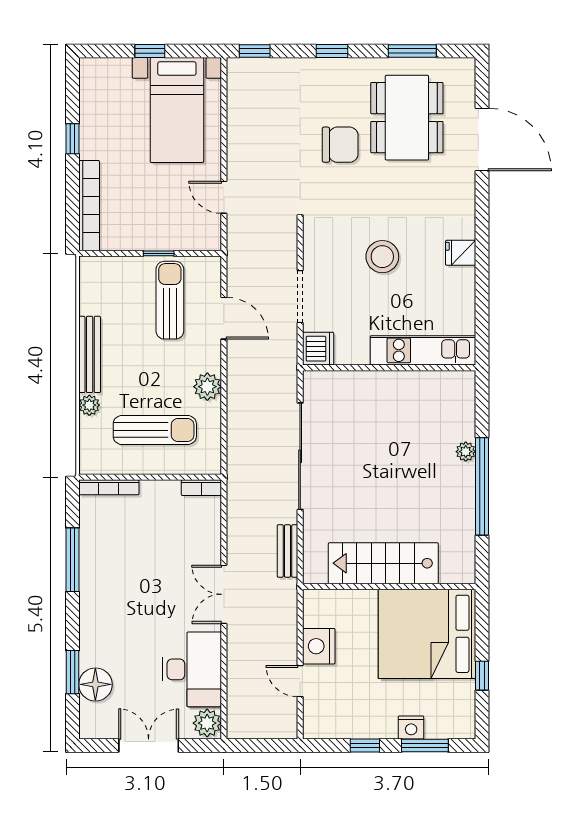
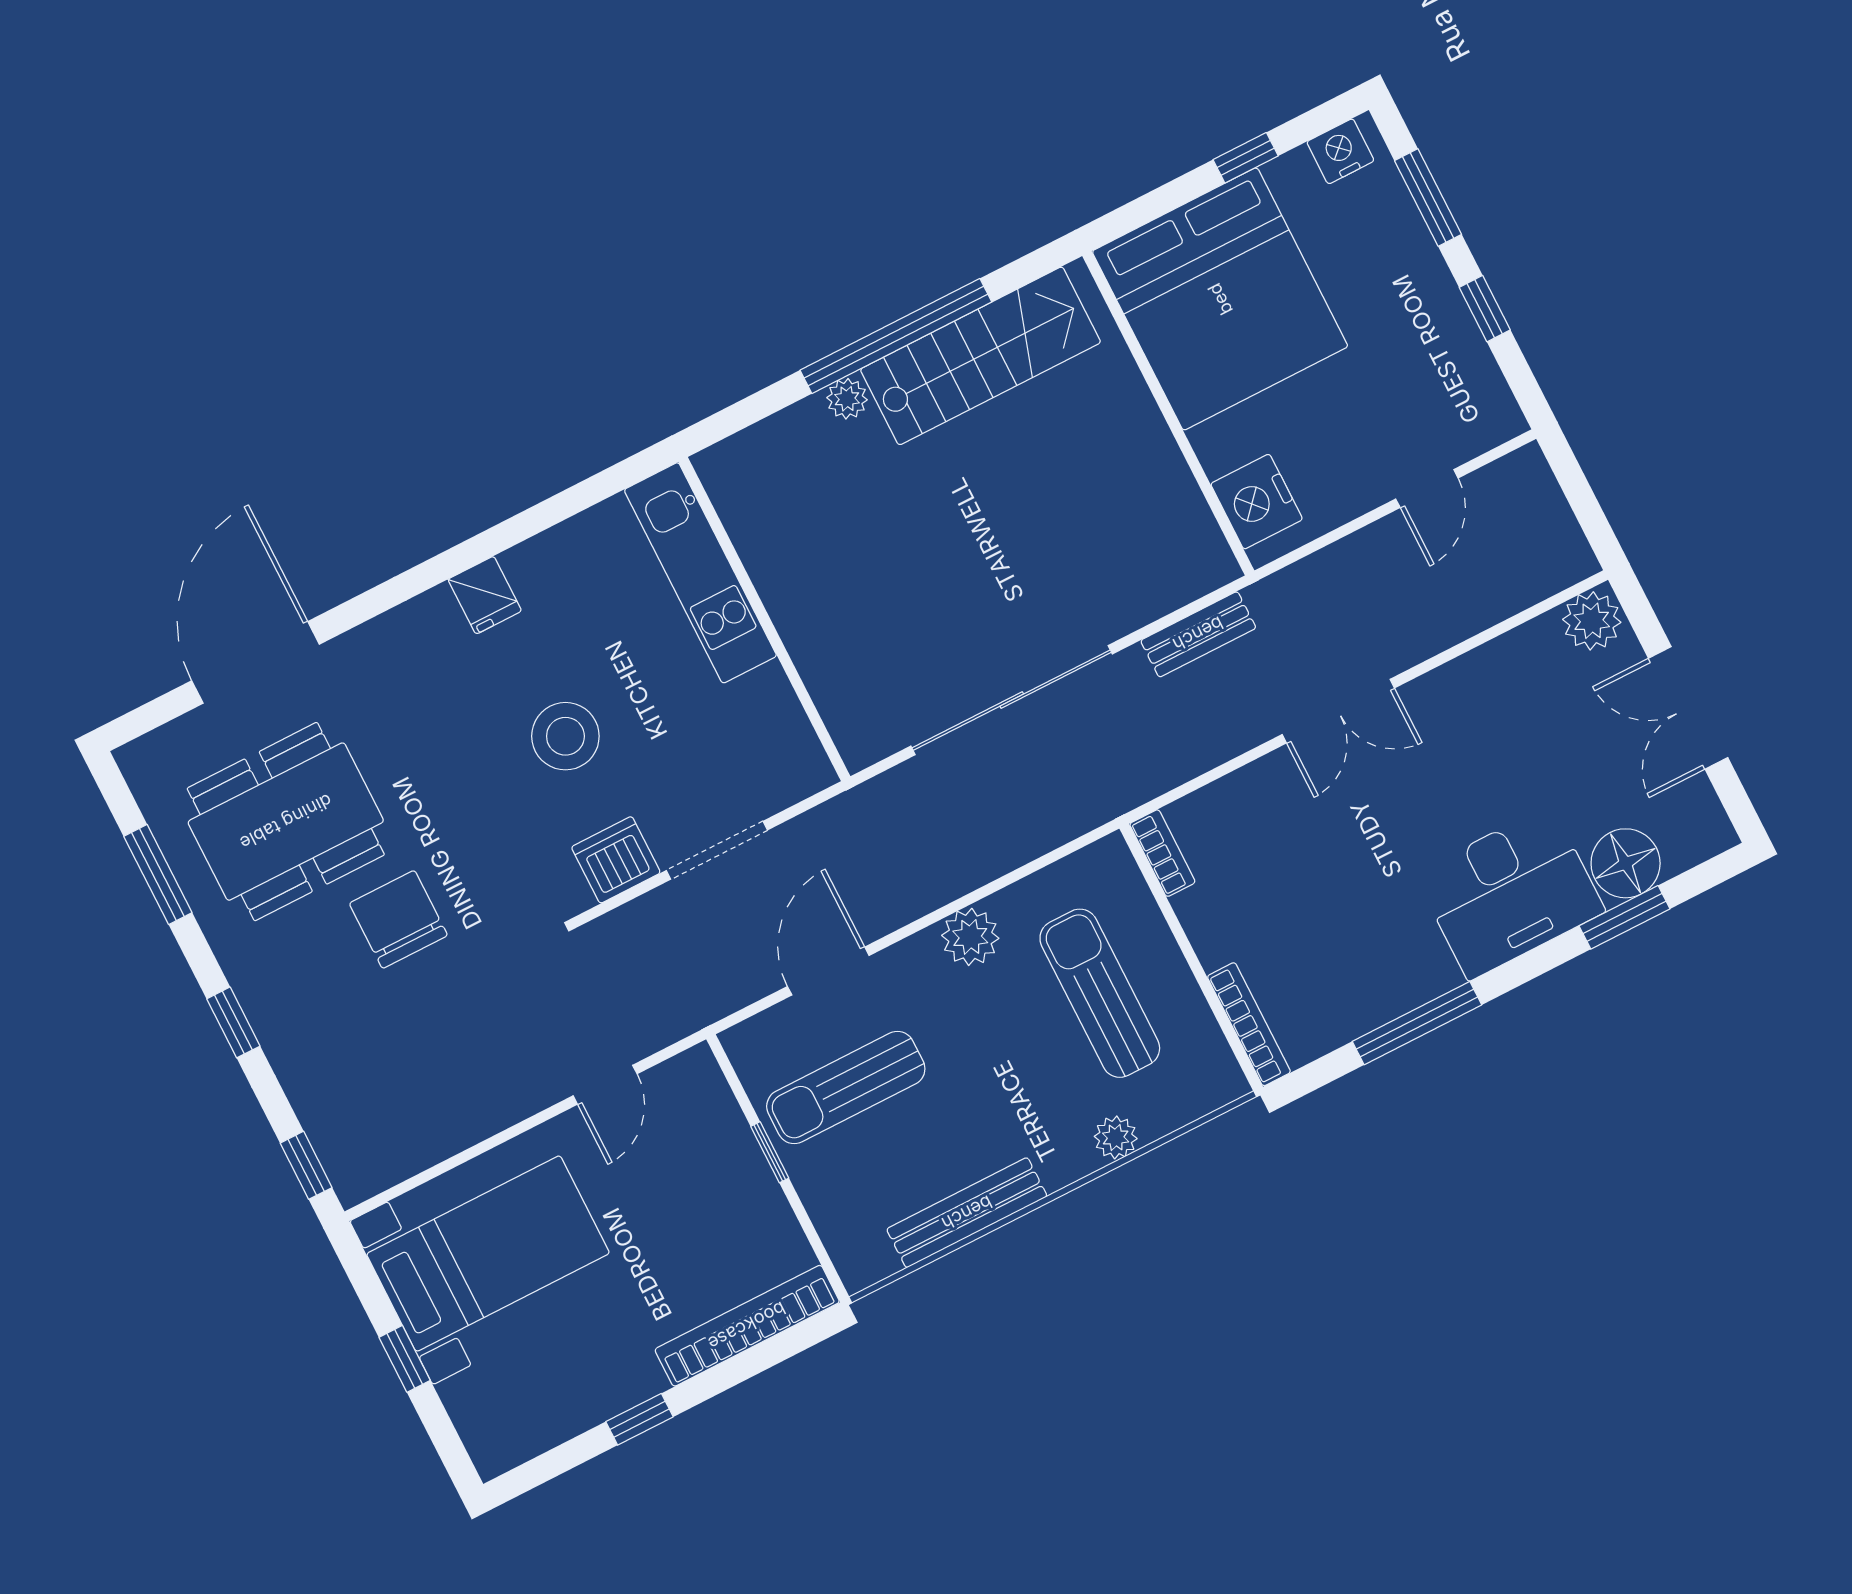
dishwasher: (318, 349) -> (616, 860), moved
bench: (90, 354) -> (967, 1213), moved
stairs: (383, 563) -> (980, 356), moved, turned -90
nightstand: (319, 646) -> (1257, 502), moved, turned 90
desk: (192, 669) -> (1510, 892), moved, turned 180
nightstand: (411, 727) -> (1340, 151), moved, turned -90

